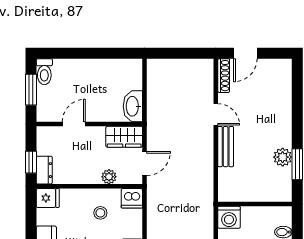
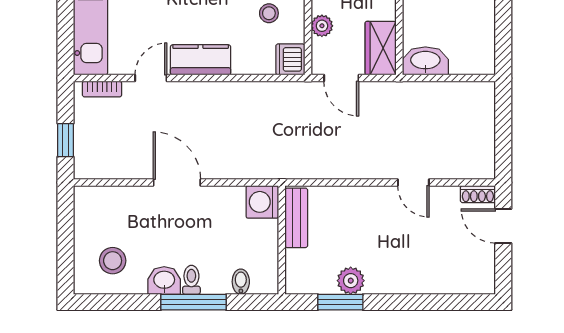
shoe rack: (224, 76) -> (478, 194), width x0.70
door: (216, 114) -> (413, 182), hinge flipped
bench: (226, 147) -> (296, 218), moved, turned 90

